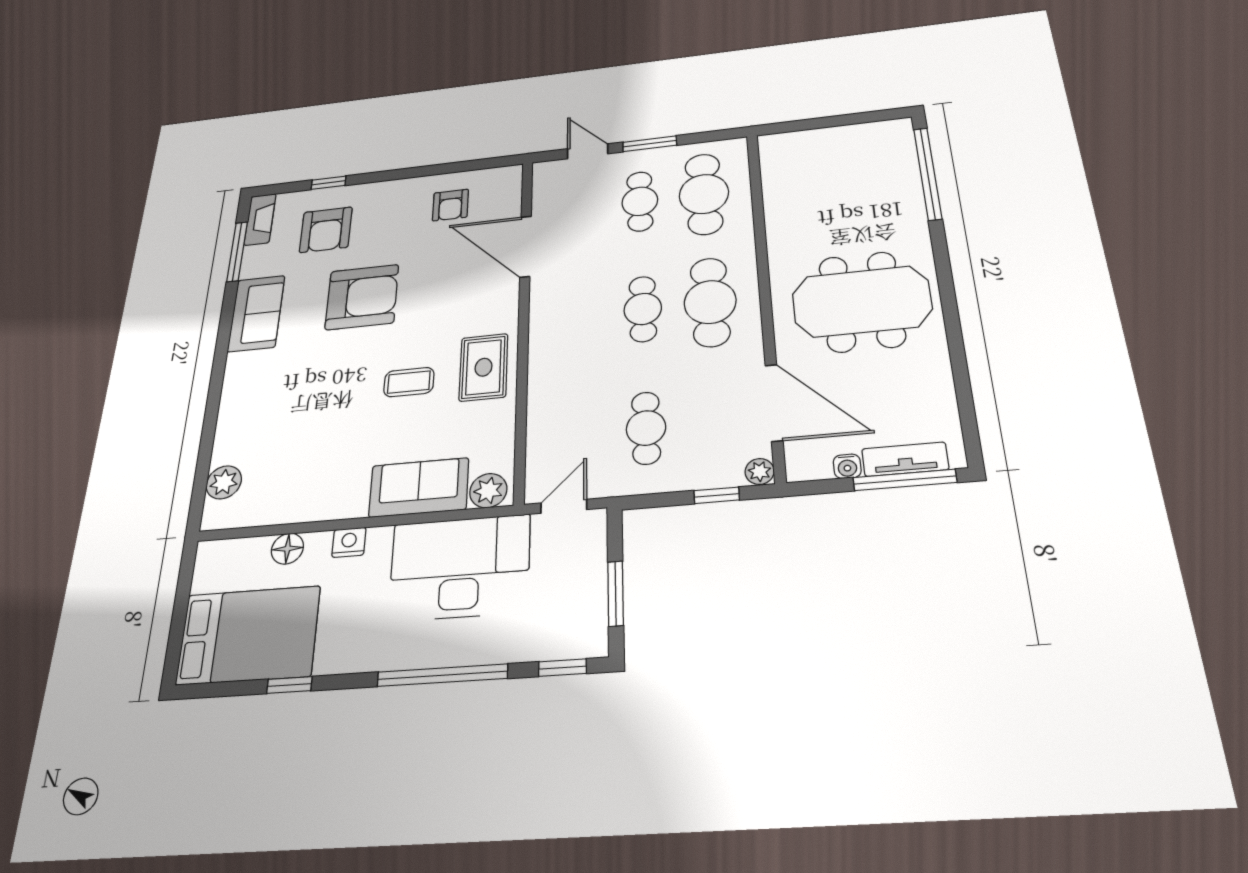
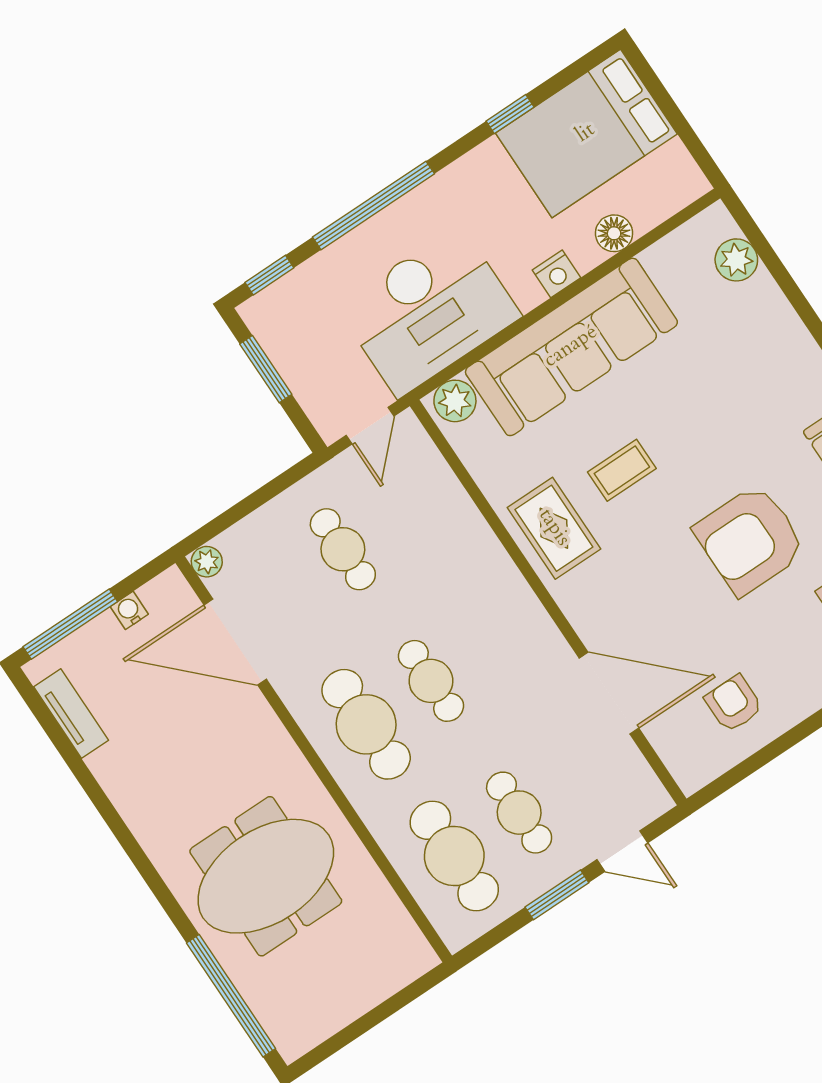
meeting table: (862, 302) -> (266, 876), moved
tv unit: (905, 459) -> (71, 714), moved, turned -90
sofa: (419, 487) -> (571, 347), width x1.85, depth x1.27
window: (717, 495) -> (232, 516), removed

